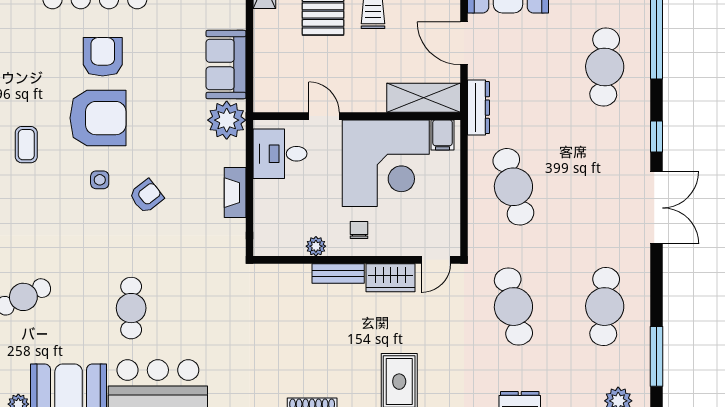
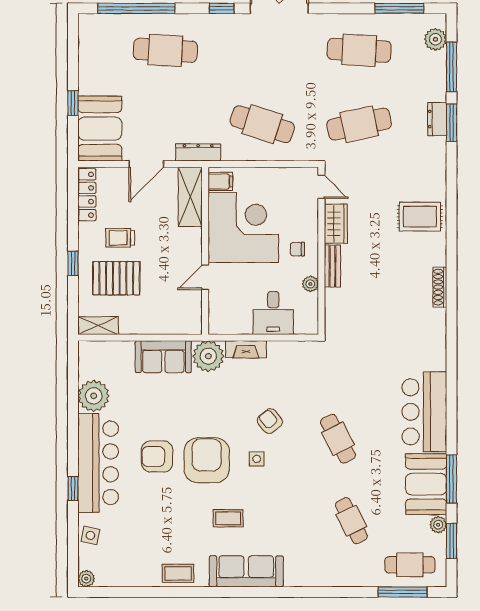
desk: (280, 154) -> (273, 313), moved
cafe table: (513, 187) -> (262, 124), turned 33
fireplace: (235, 193) -> (246, 349), moved
cafe table: (131, 308) -> (338, 439), moved, turned 63

